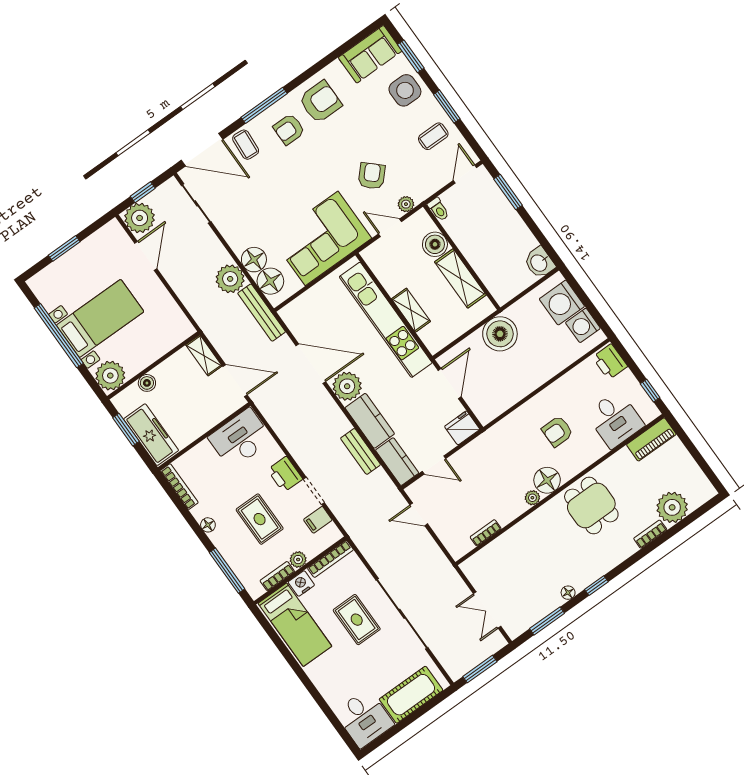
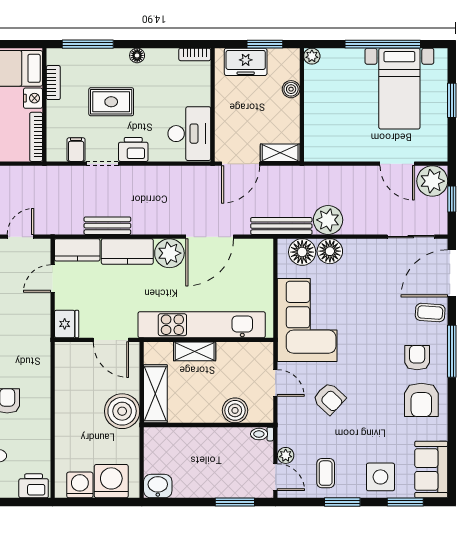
plant: (406, 204) -> (286, 455), moved
door: (390, 228) -> (275, 383), hinge flipped
shelving: (460, 278) -> (155, 394), moved, turned 90
bed with nightstands: (100, 318) -> (399, 89), moved
plant: (110, 376) -> (312, 56), width x0.53, depth x0.53
freezer: (151, 435) -> (246, 62), width x0.71
bookcase: (179, 487) -> (195, 54), width x0.64
plant: (298, 560) -> (55, 110), removed

